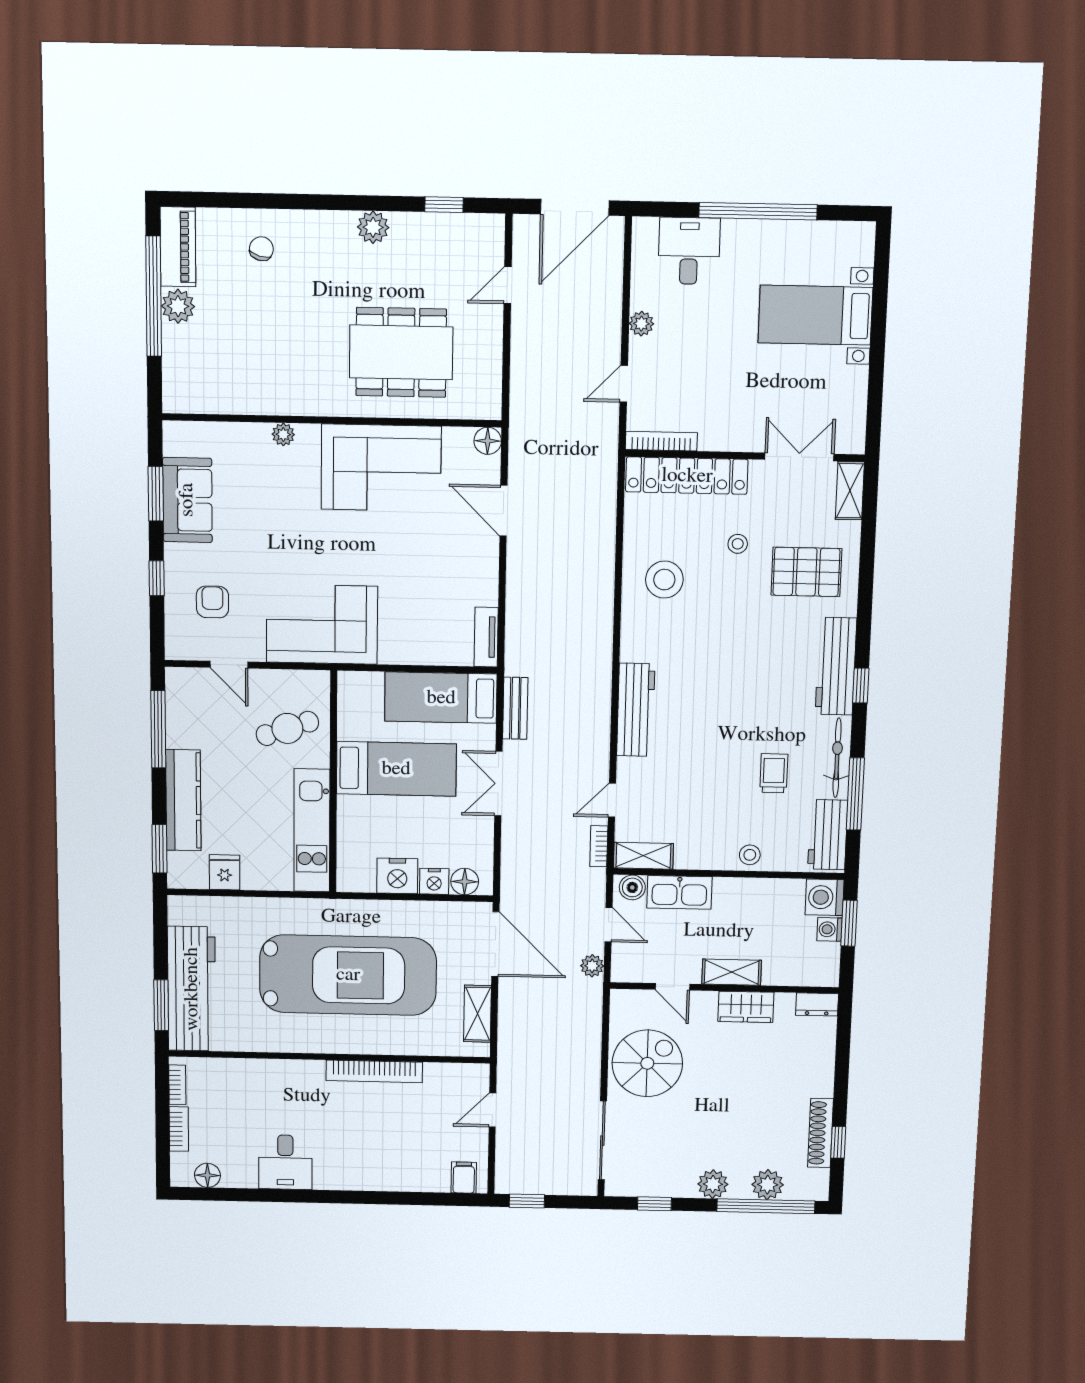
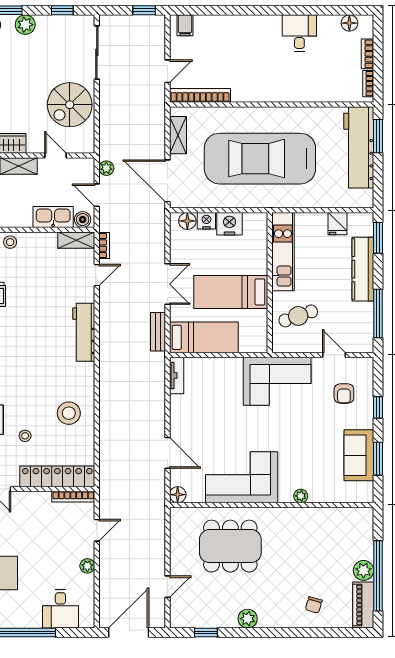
bookcase: (374, 1071) -> (200, 95), moved

